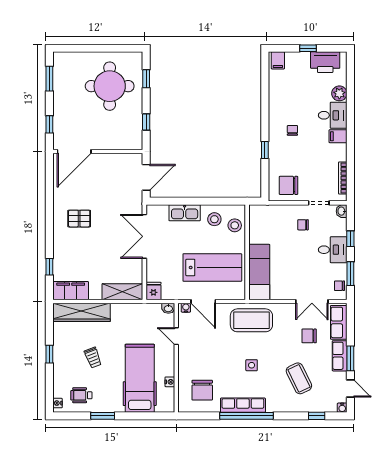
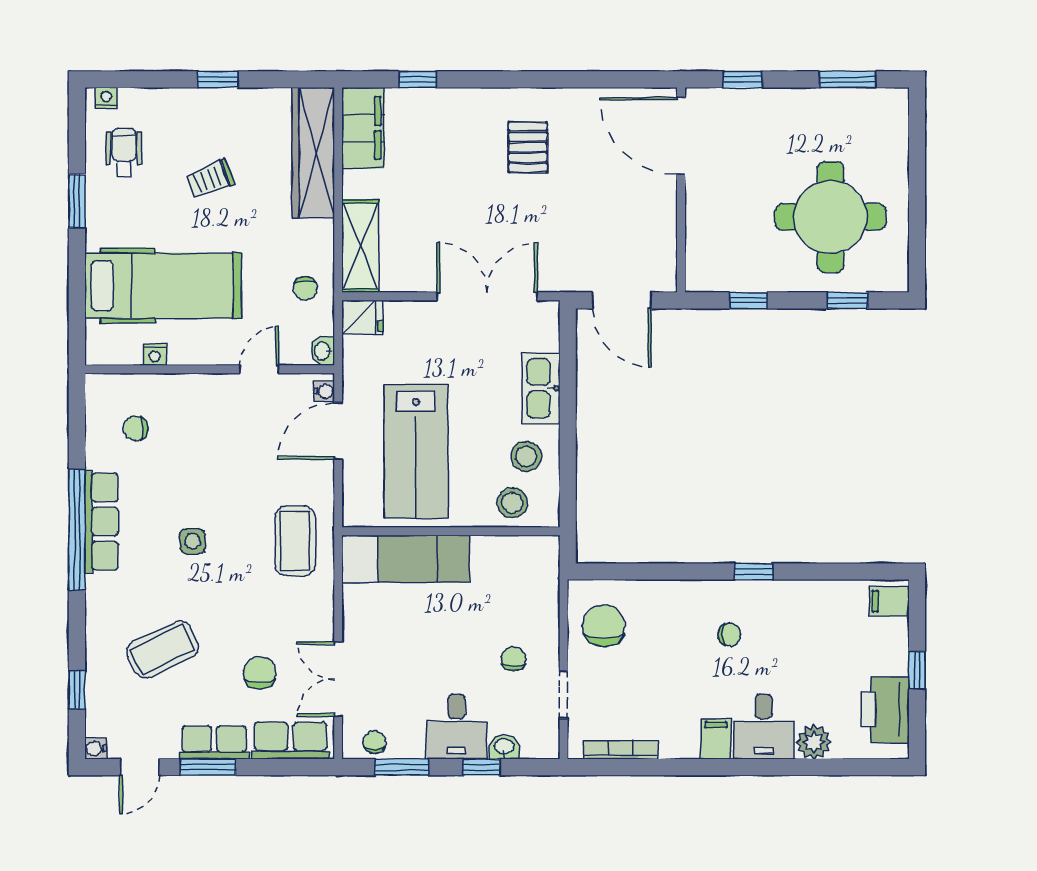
window: (265, 150) -> (754, 572), moved
washbasin: (342, 211) -> (504, 747), moved
chair: (141, 316) -> (305, 288), added
coffee table: (251, 320) -> (295, 541), width x0.73, depth x0.76
chair: (202, 390) -> (136, 428), width x0.54, depth x0.54

